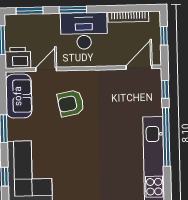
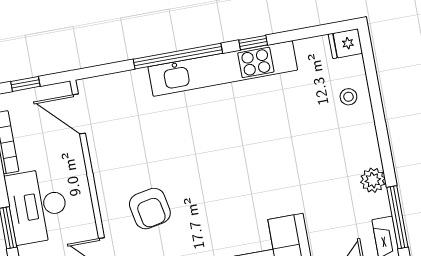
window: (165, 89) -> (253, 43), moved

